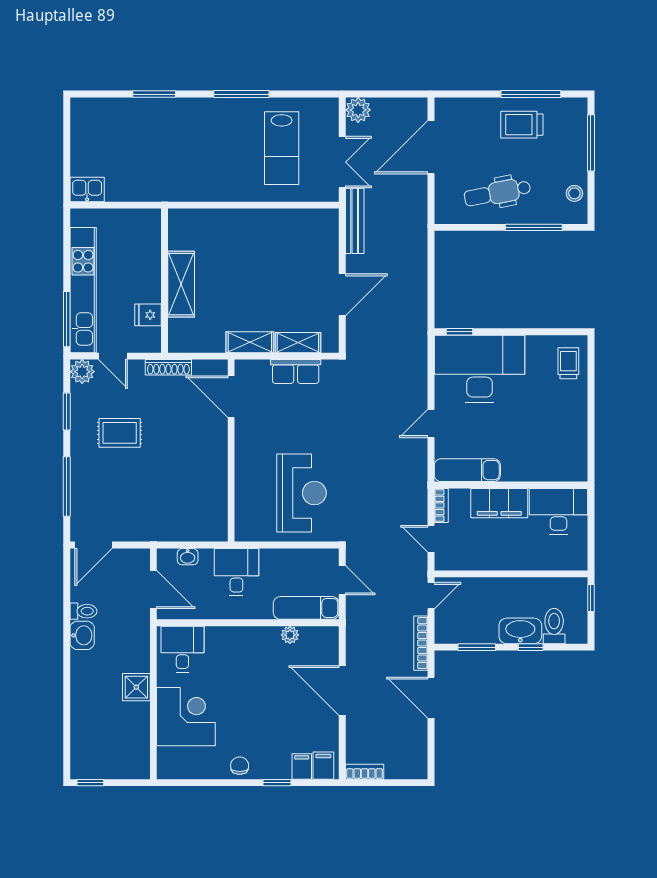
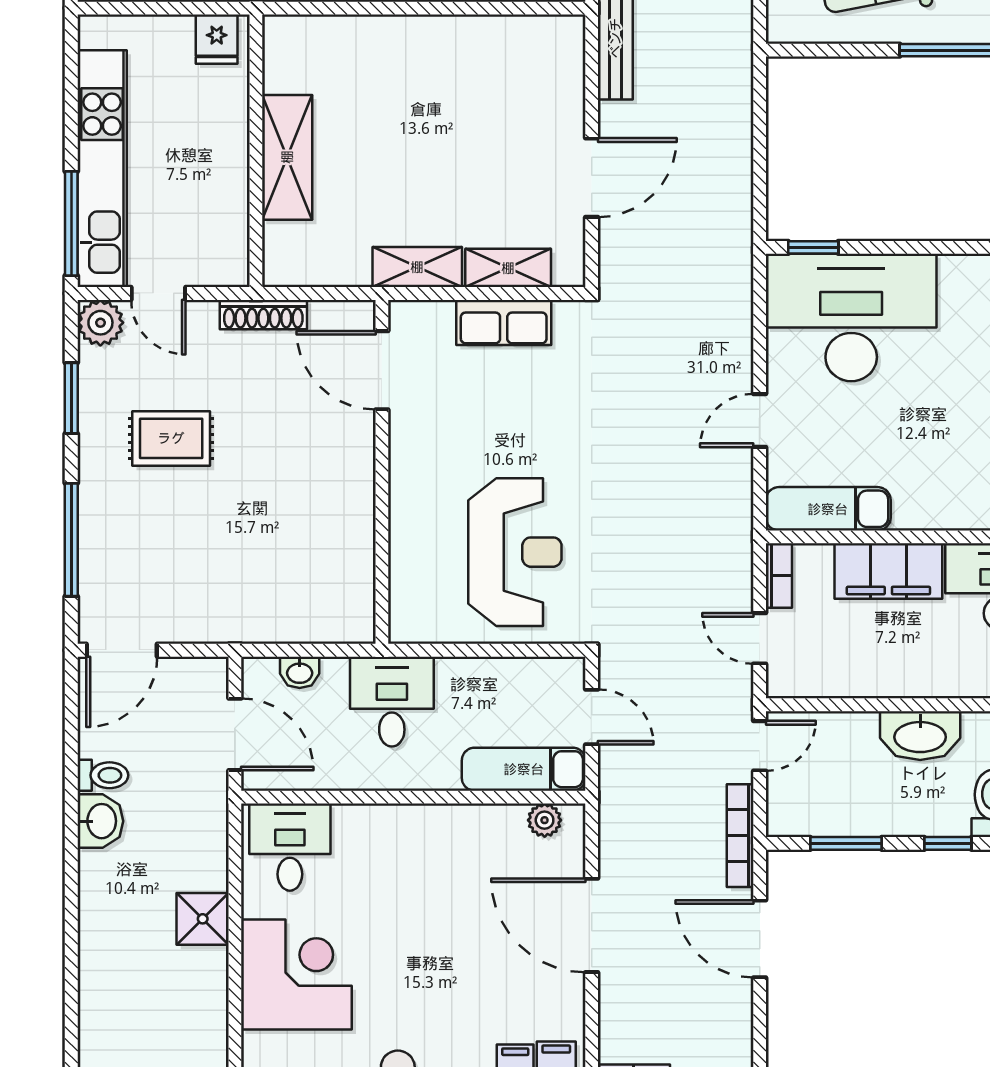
fridge: (148, 315) -> (217, 39), moved, turned -90
washbasin: (520, 631) -> (920, 736), moved, turned 180
plant: (290, 635) -> (545, 820), moved

